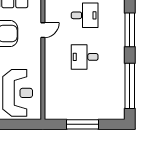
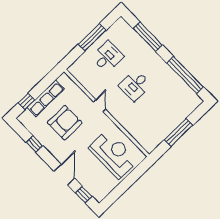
door: (43, 30) -> (99, 106), moved

